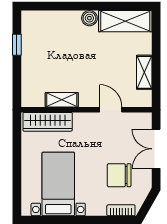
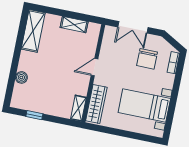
boiler: (89, 18) -> (21, 77), moved
shelving: (62, 100) -> (78, 108), moved
door: (111, 110) -> (95, 67), moved

